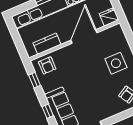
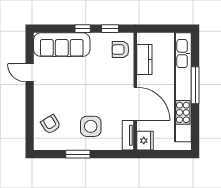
tv unit: (111, 32) -> (128, 135), added
window: (48, 111) -> (83, 29), moved

